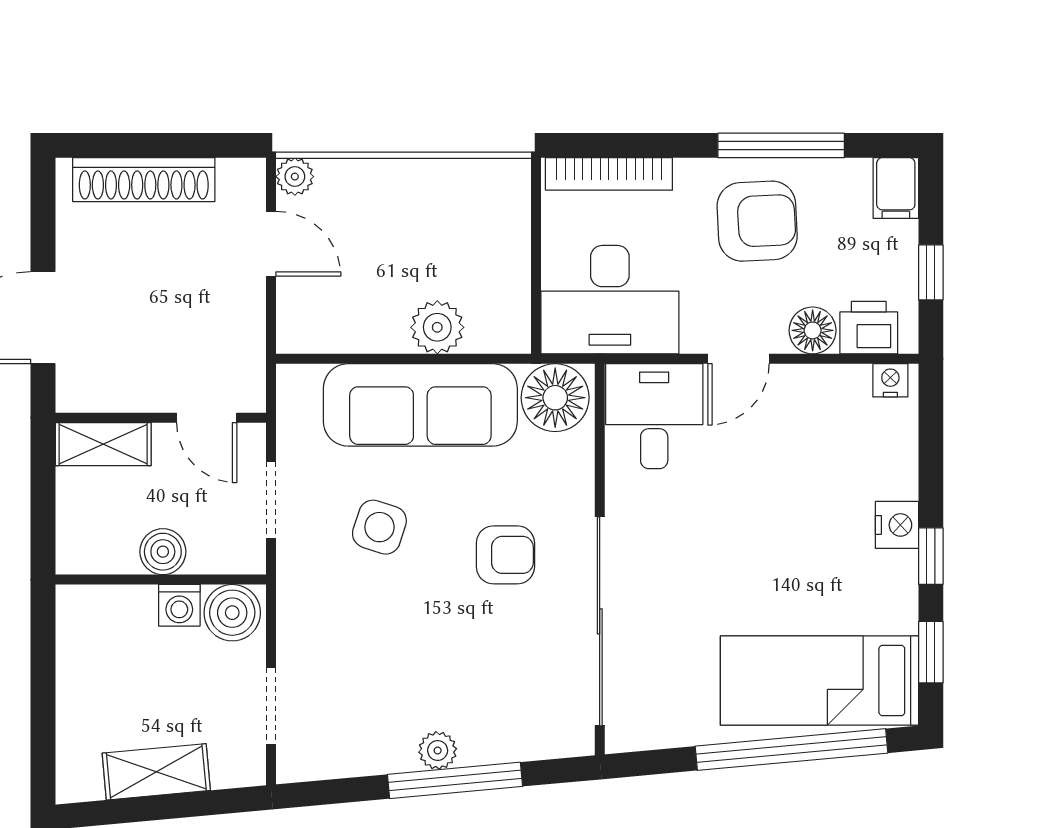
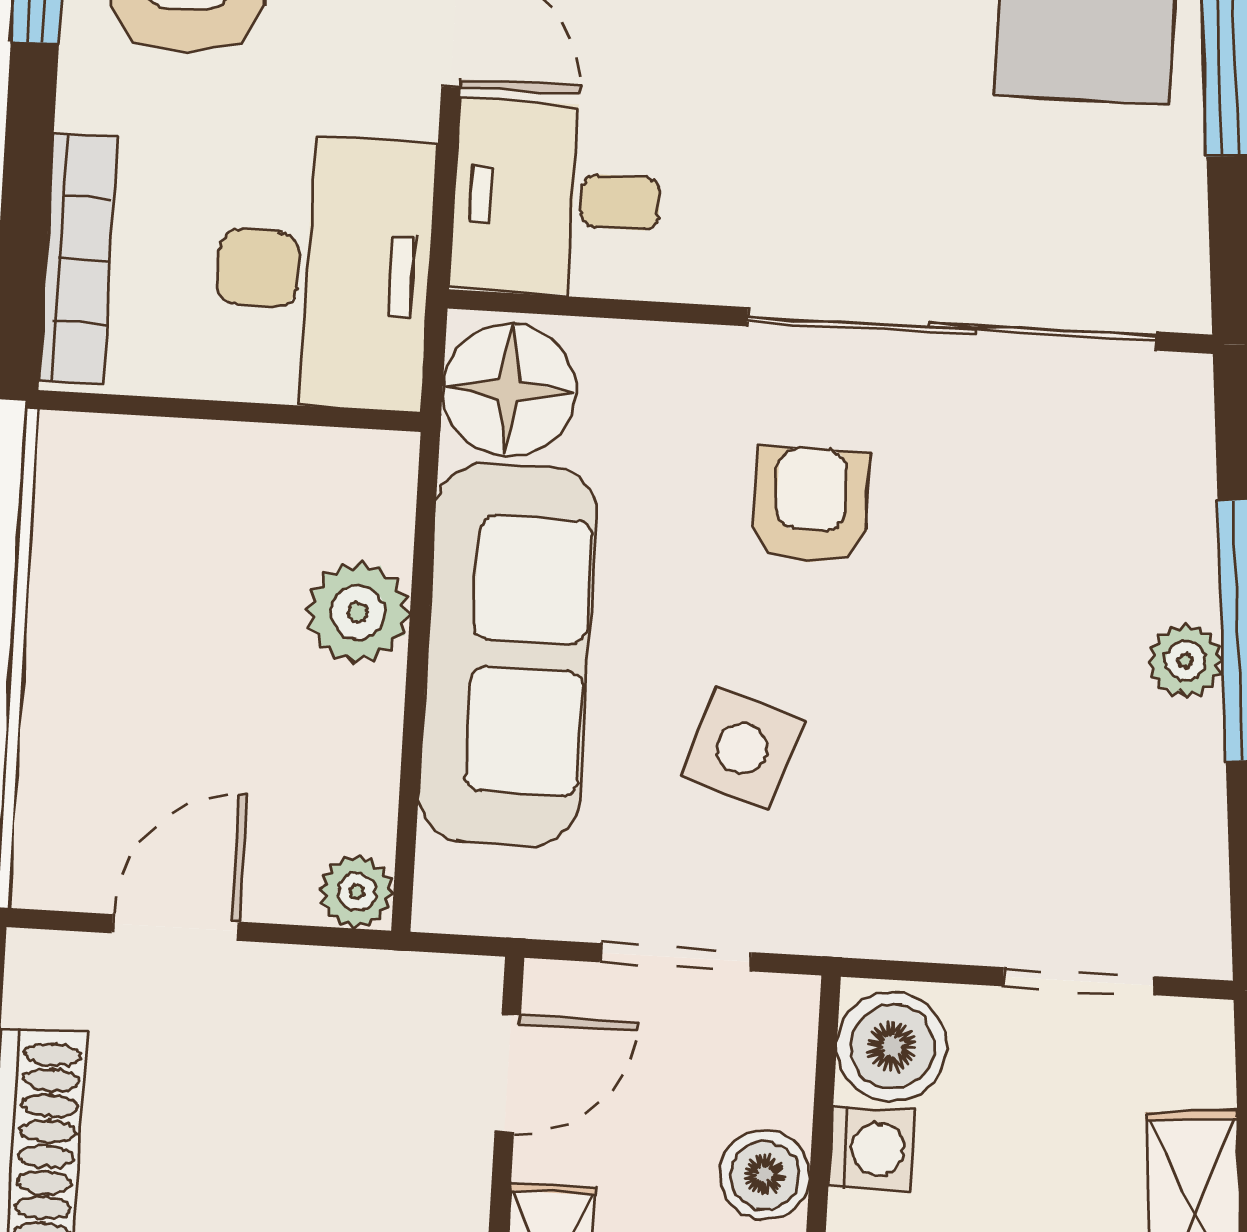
plant: (295, 177) -> (357, 892), moved

